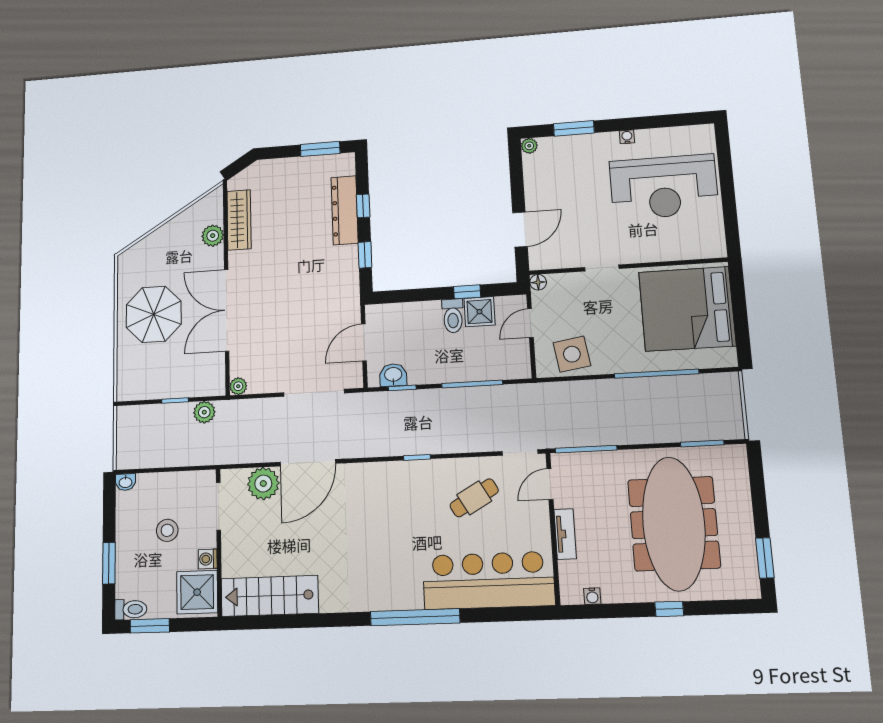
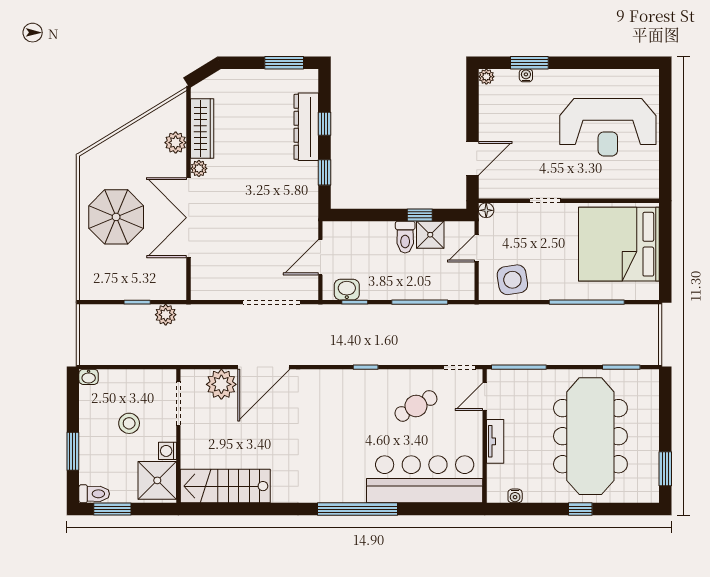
water cooler: (627, 137) -> (526, 75), moved
plant: (238, 386) -> (199, 168), moved

